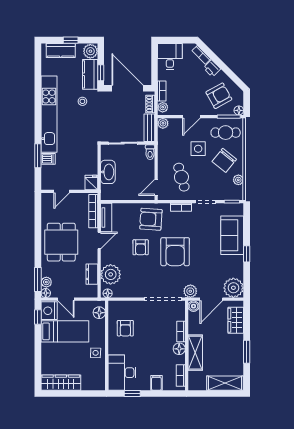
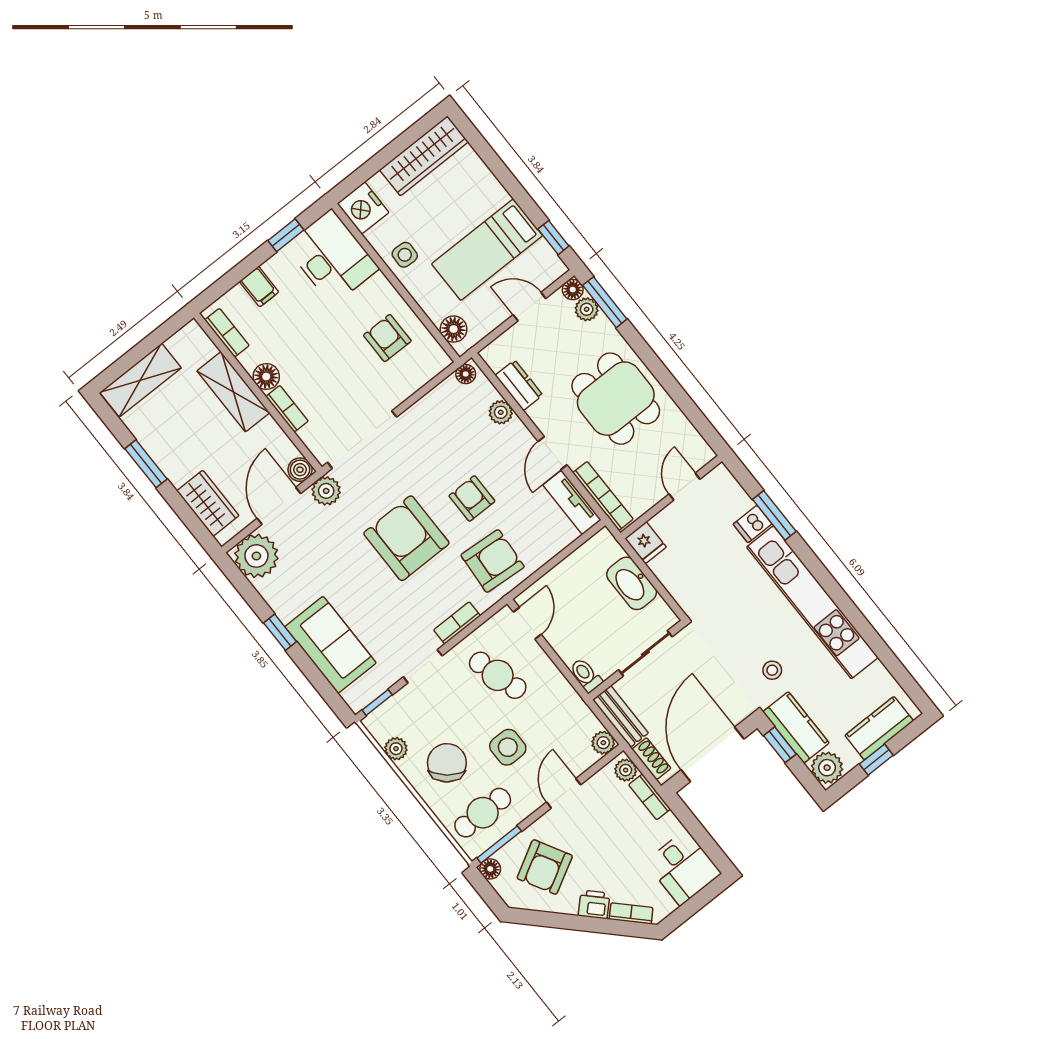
door: (127, 88) -> (712, 754), swing flipped
plant: (111, 274) -> (501, 412), width x0.53, depth x0.53
nightstand: (49, 311) -> (363, 208), moved, turned 180

